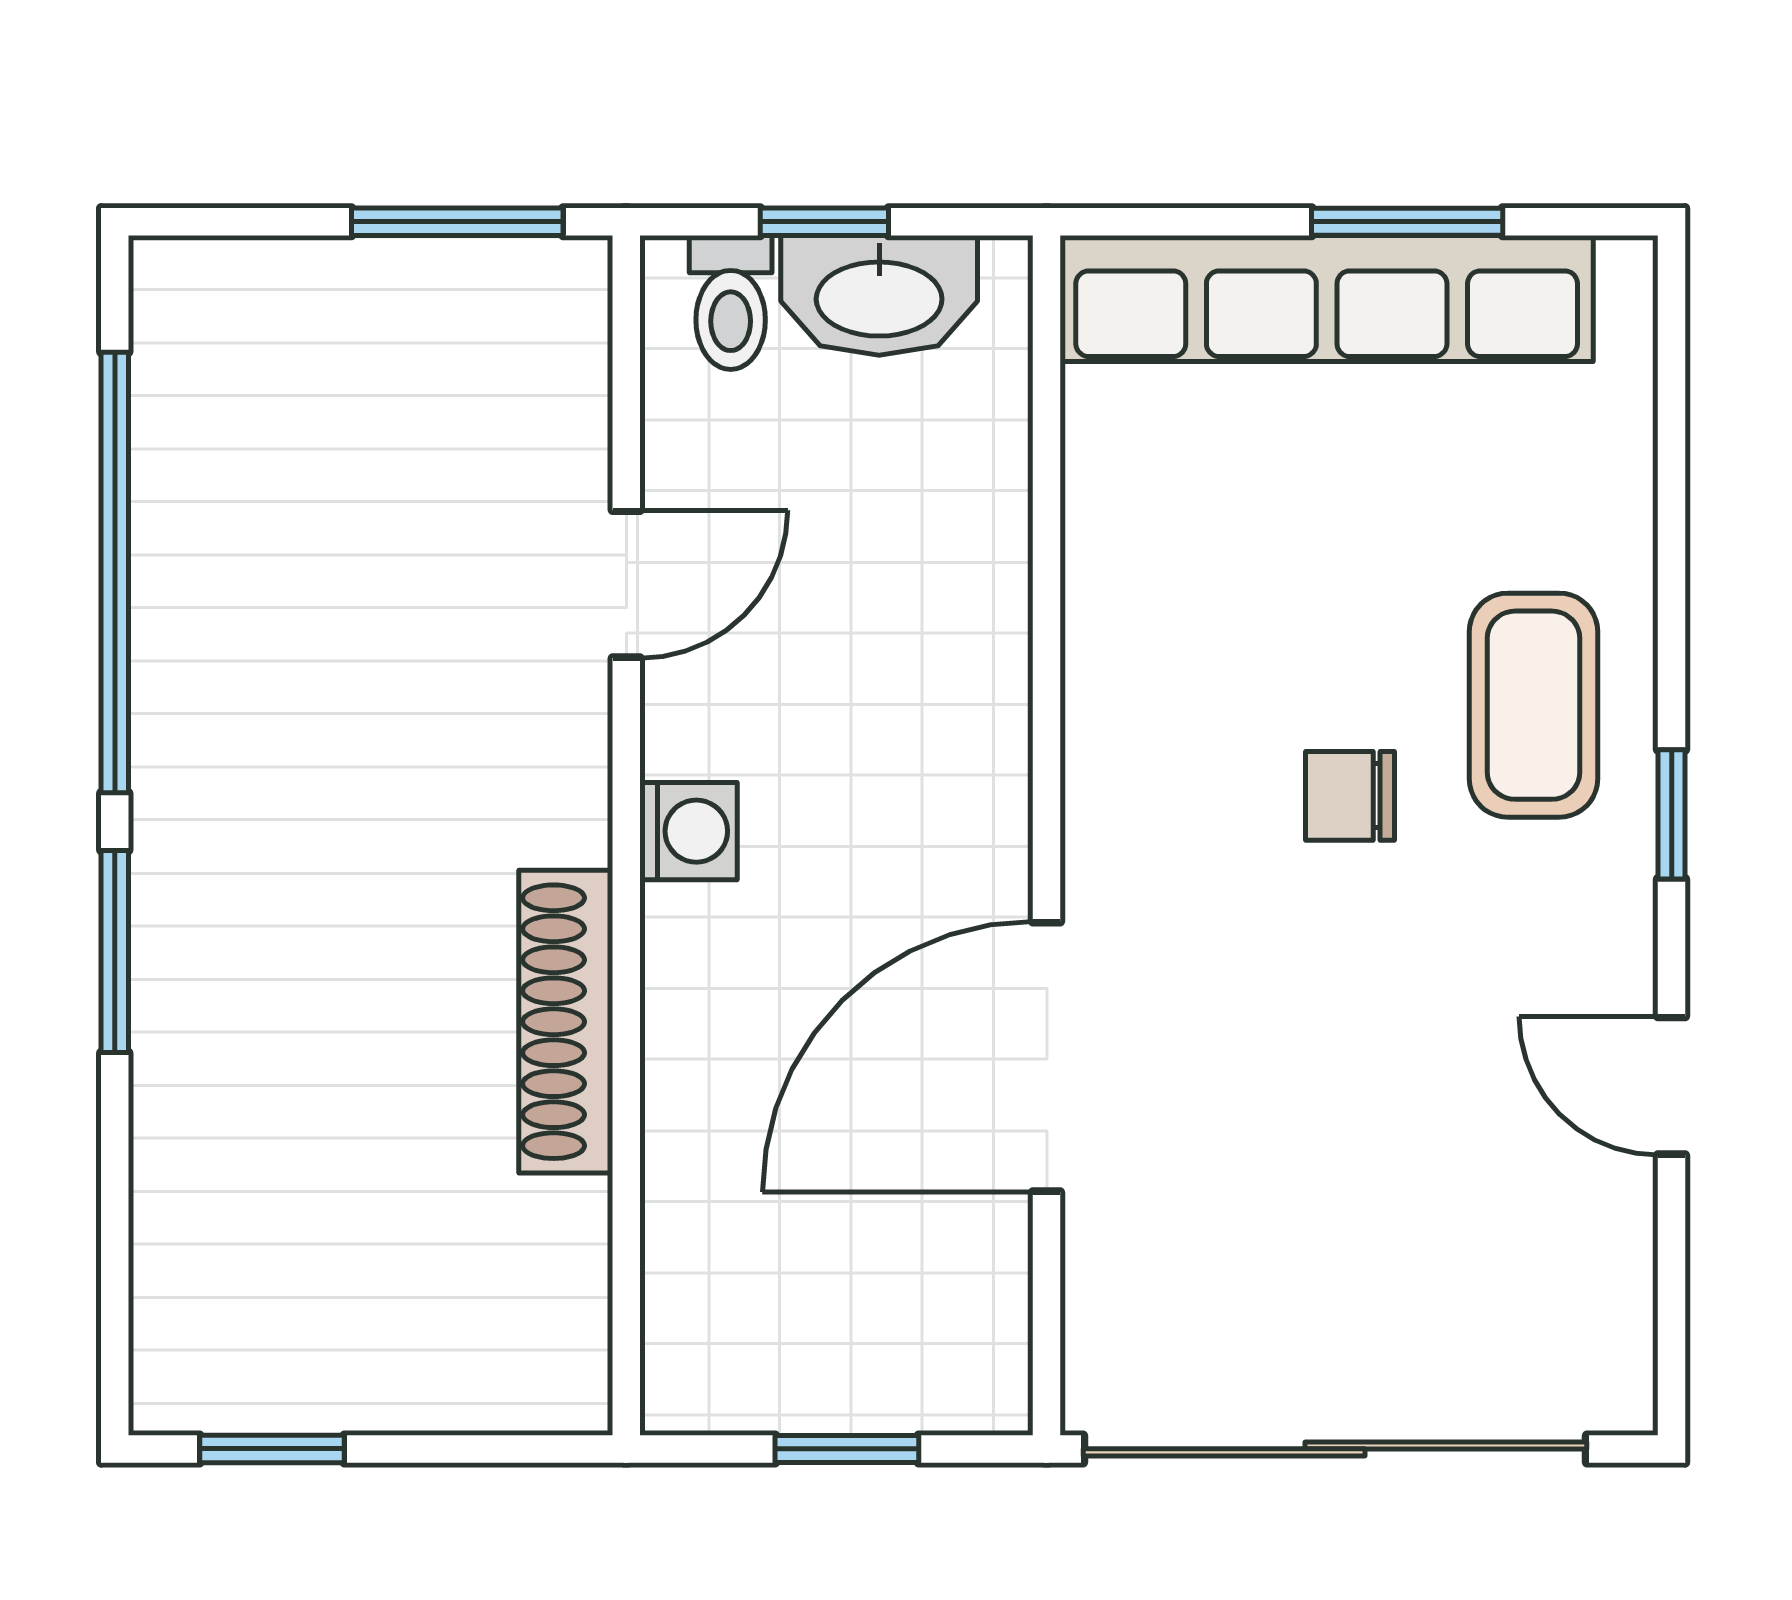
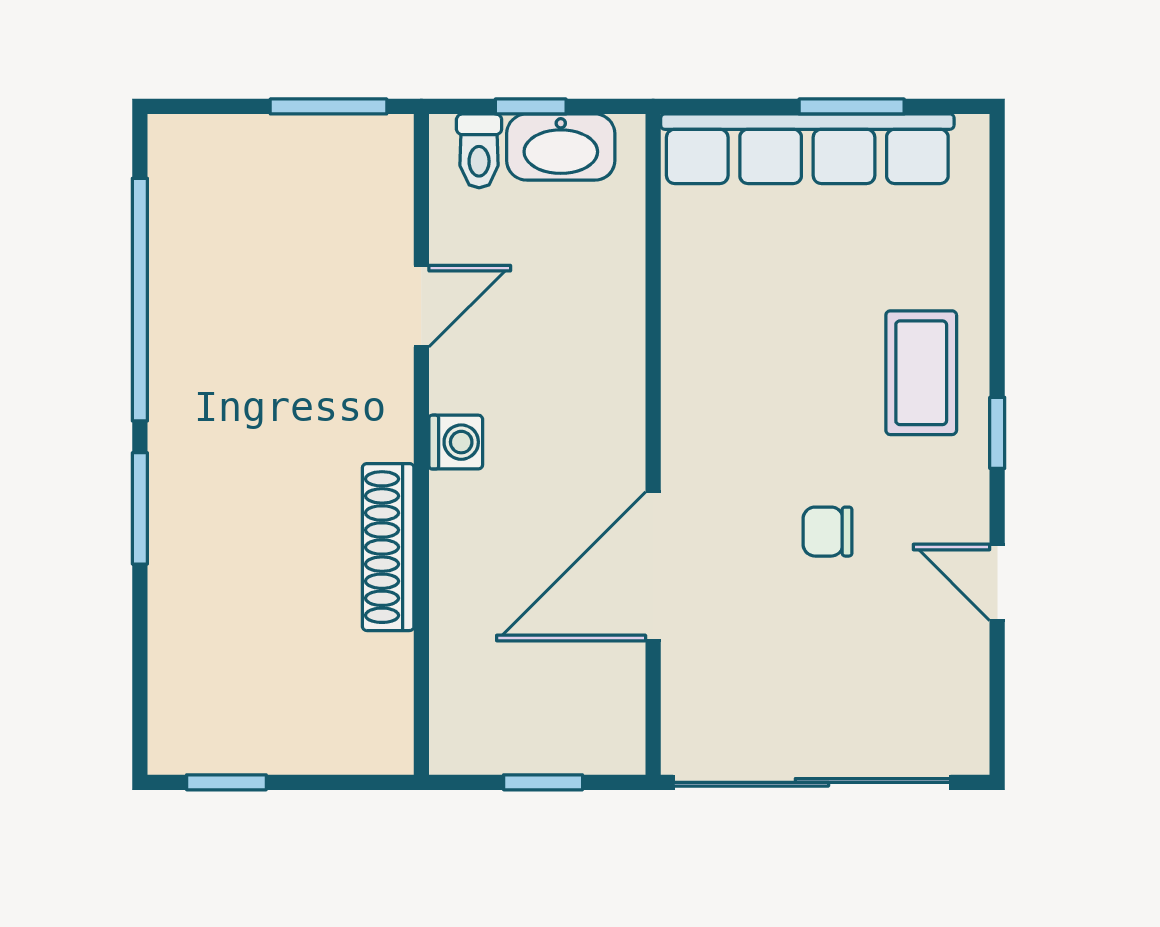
chair: (1350, 796) -> (827, 532), moved

